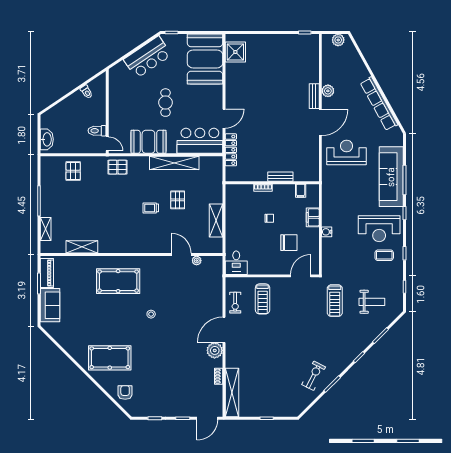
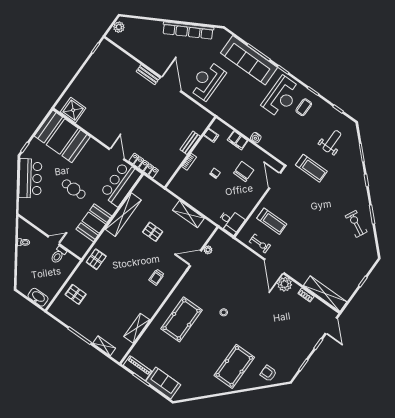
plant: (328, 91) -> (151, 62), removed
door: (107, 144) -> (54, 240), moved
trolley: (151, 208) -> (156, 277), moved

